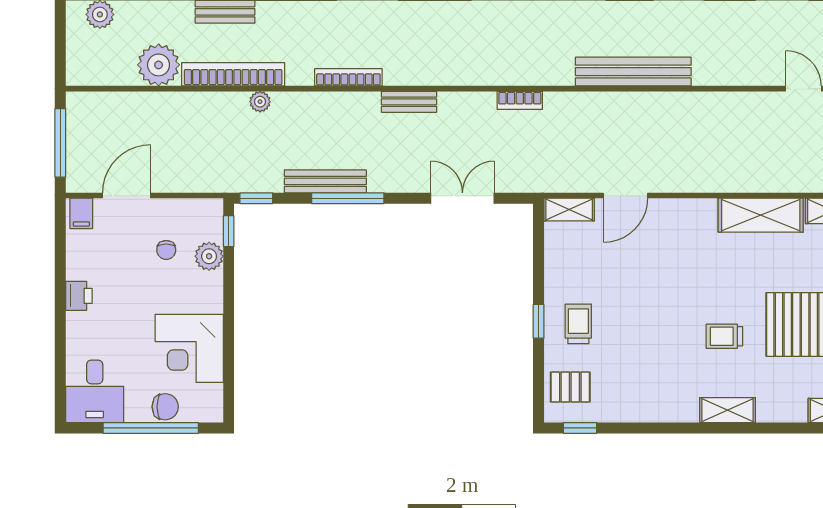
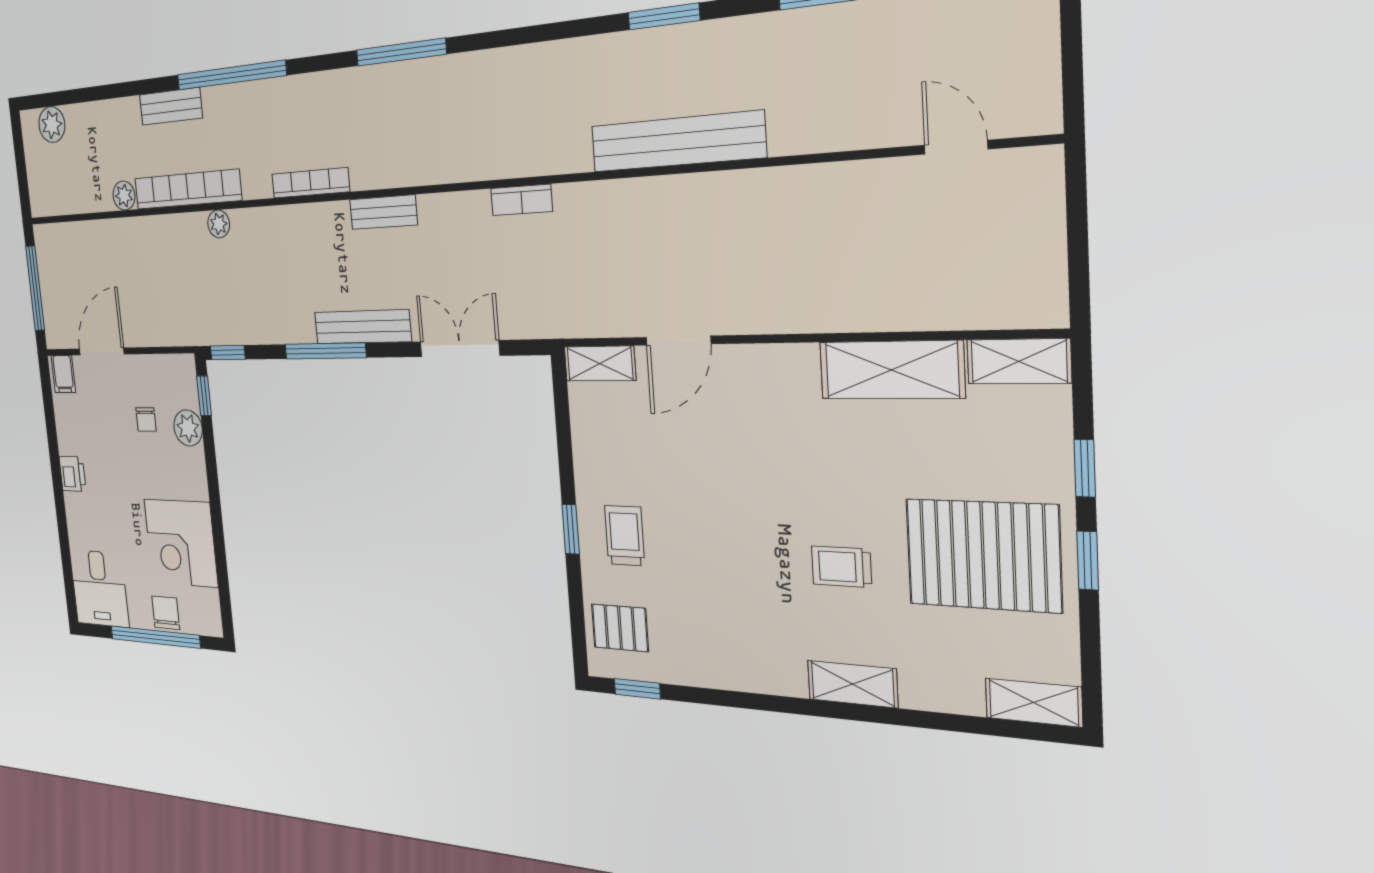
plant: (159, 65) -> (124, 196), width x0.53, depth x0.53
bench: (325, 181) -> (362, 327), moved
chair: (165, 407) -> (166, 613), turned -90

